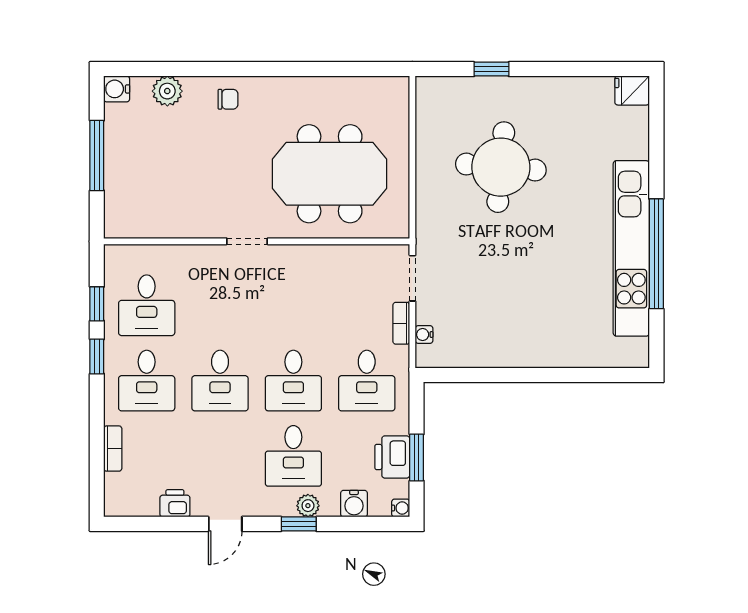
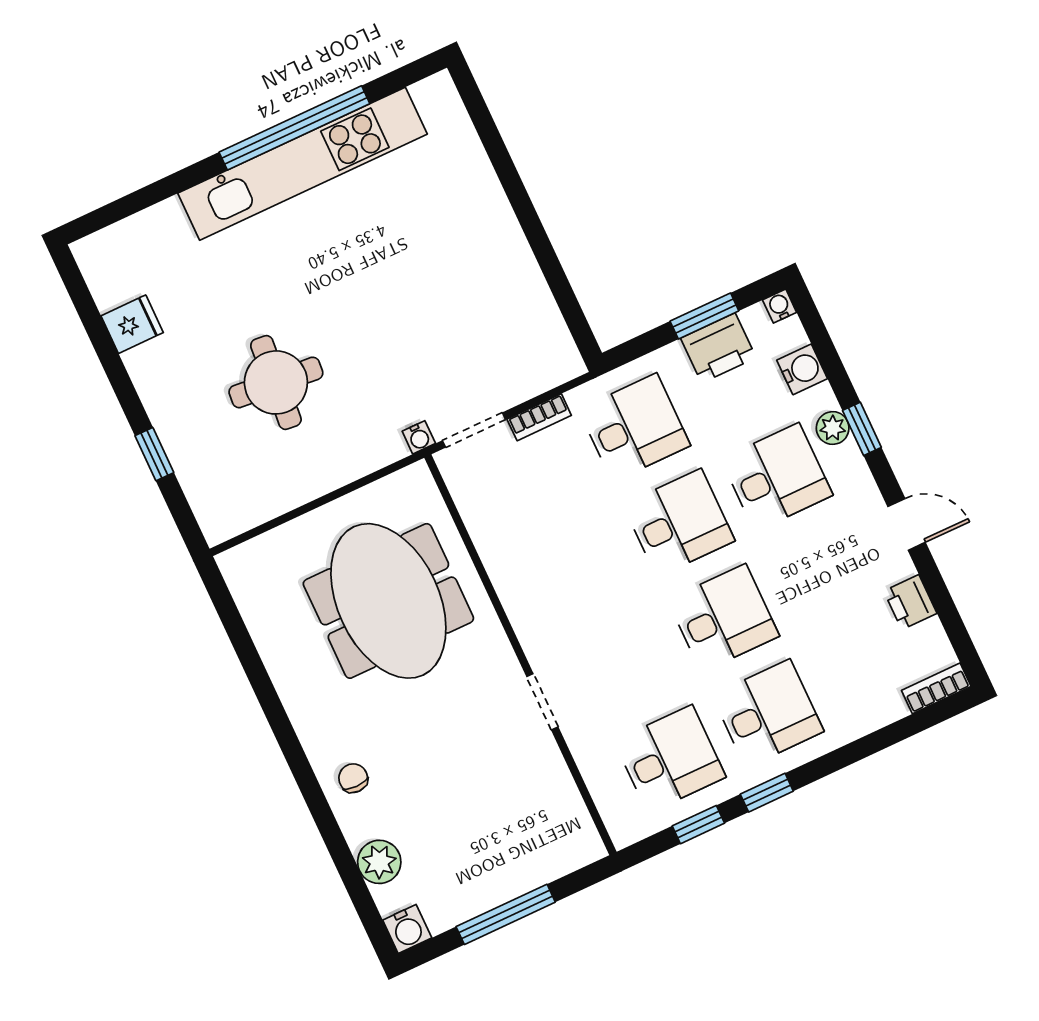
fridge: (632, 91) -> (132, 324), moved, turned -90
round table: (501, 167) -> (276, 382), width x0.73, depth x0.73
doorway: (247, 241) -> (542, 702), moved
water cooler: (424, 335) -> (419, 437), moved
bookcase: (113, 449) -> (936, 688), moved

